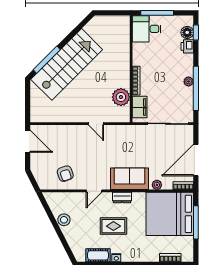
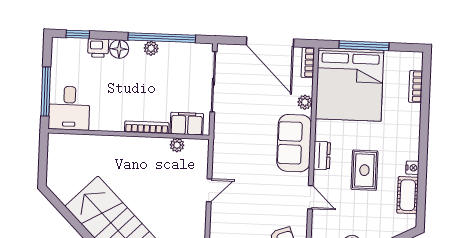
floor lamp: (187, 32) -> (119, 49), moved
plant: (121, 97) -> (177, 145), width x0.53, depth x0.53

